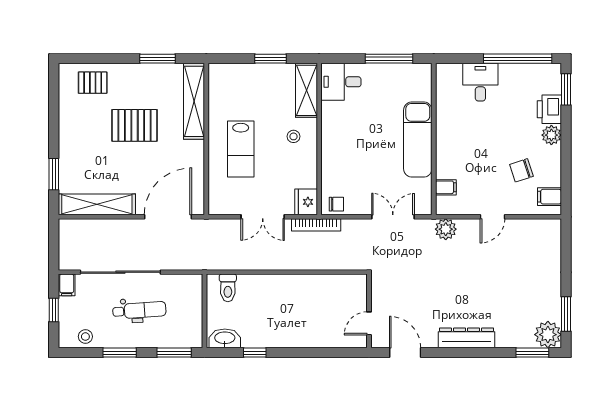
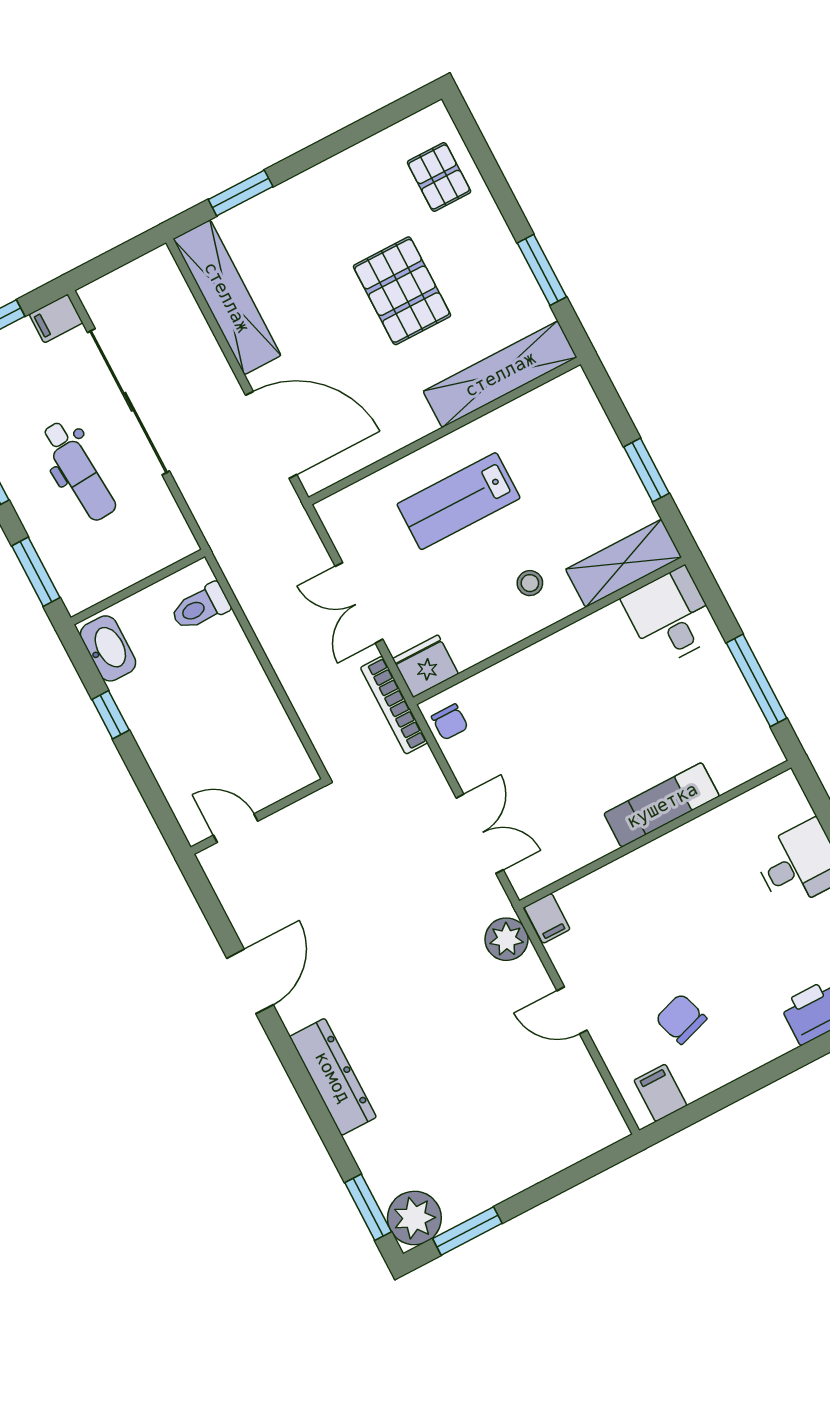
plant: (551, 135) -> (772, 1039), removed
exam couch: (418, 140) -> (662, 805), width x0.73, depth x0.69
filing cabinet: (446, 187) -> (547, 918), moved
wall: (369, 311) -> (258, 817), moved
door: (369, 323) -> (236, 828), moved

